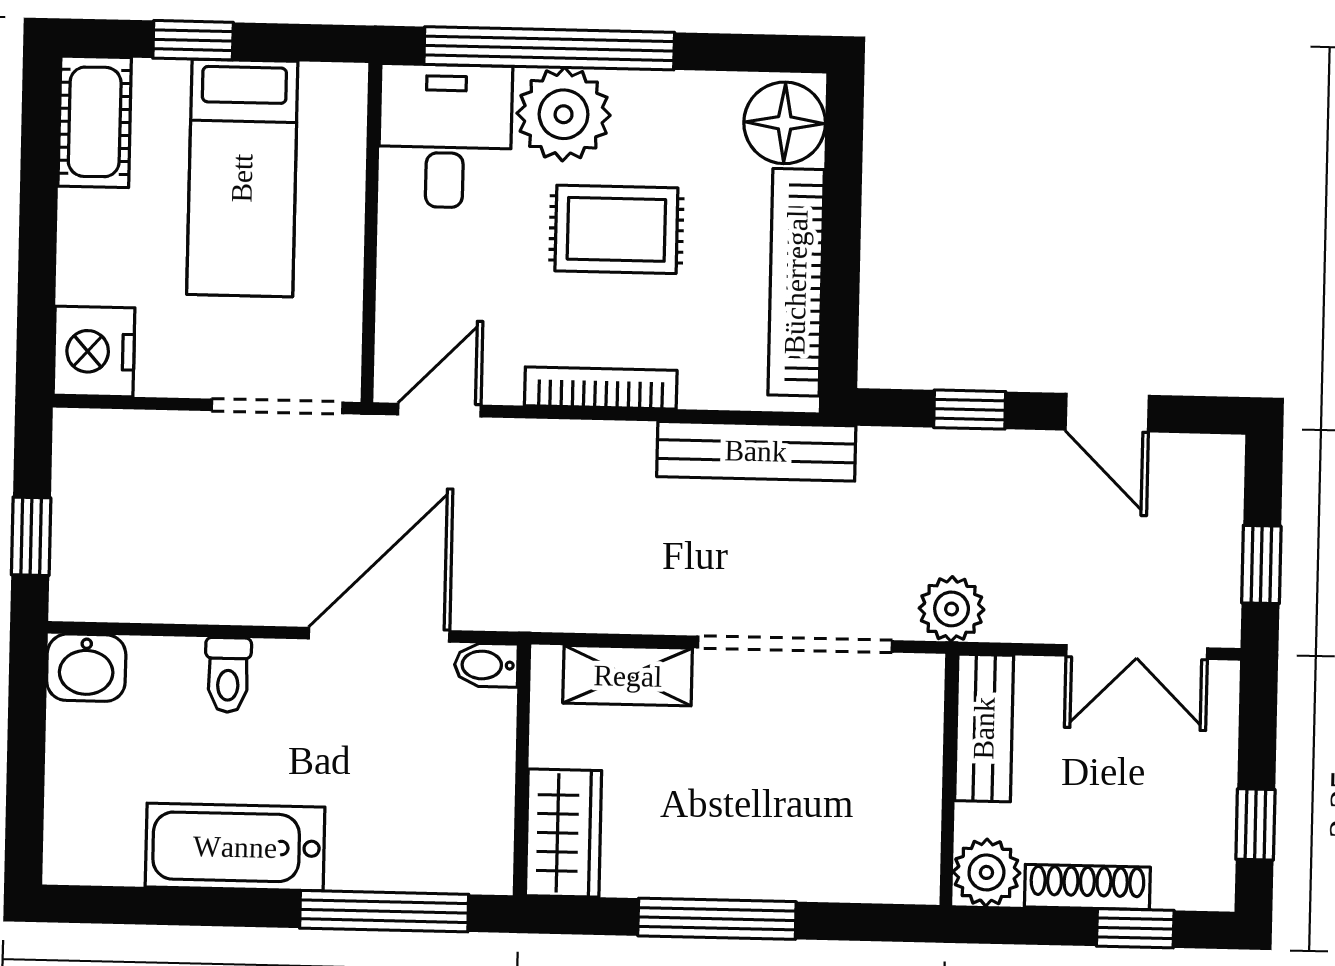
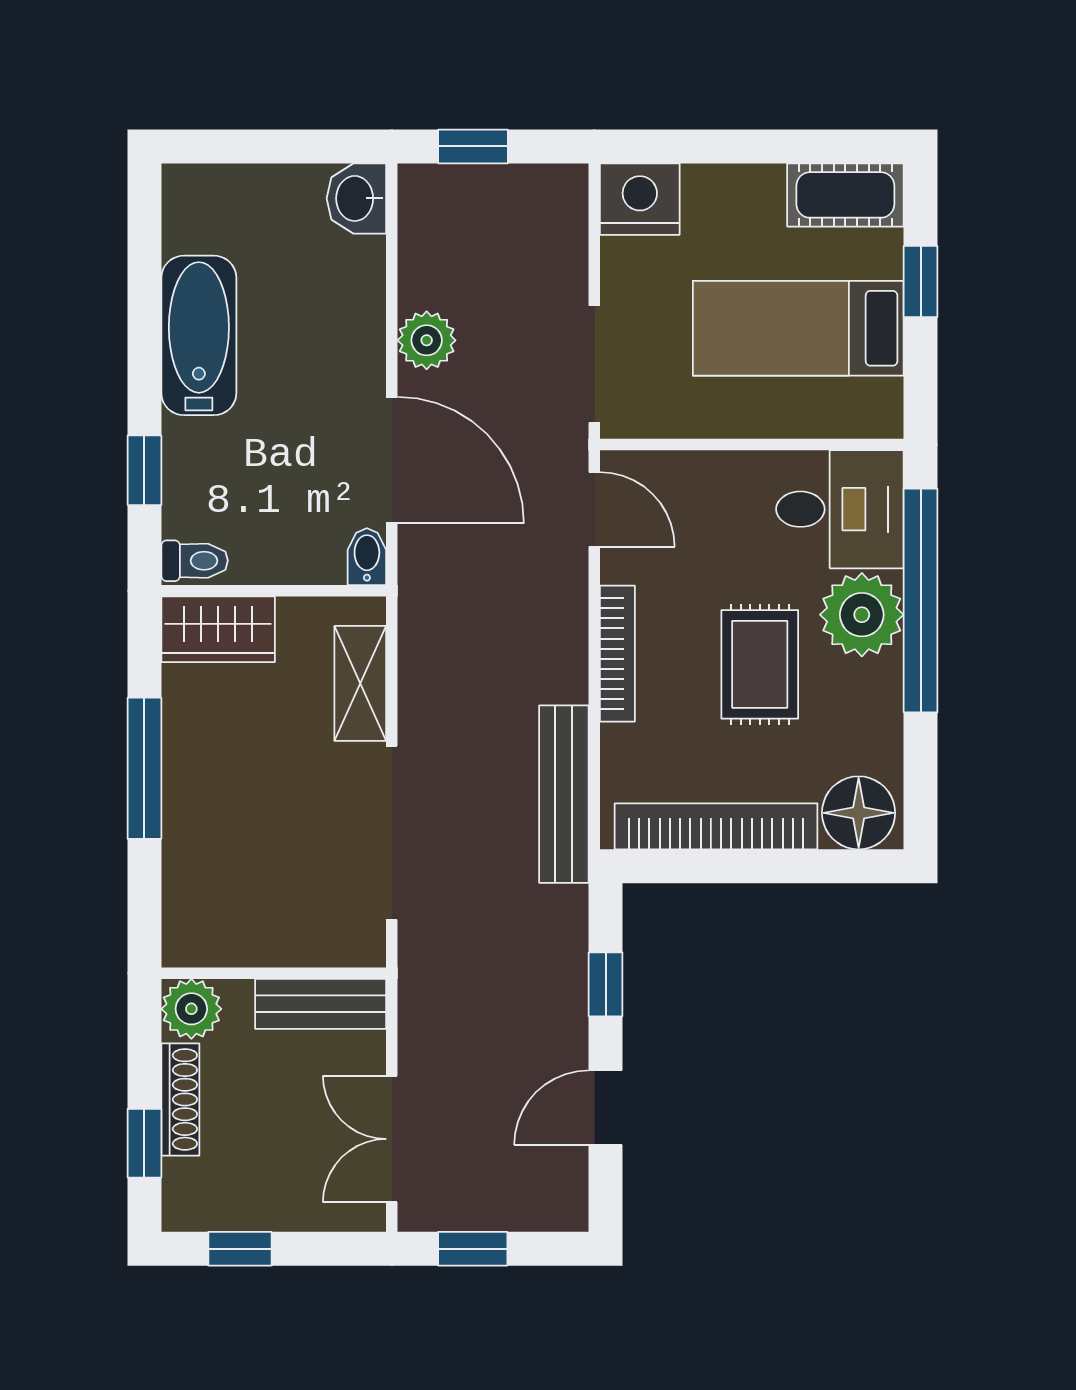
plant: (952, 609) -> (427, 340), moved
toilet: (228, 675) -> (195, 561), moved, turned 180
window: (384, 911) -> (144, 470), width x0.46

